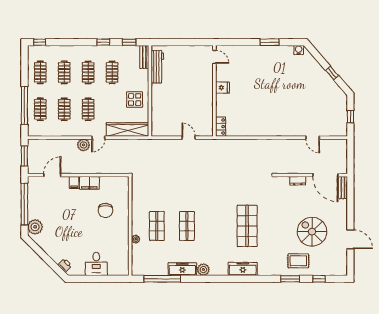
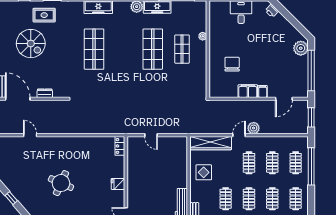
round table: (281, 88) -> (61, 183), added
shop shelf: (187, 226) -> (153, 49), width x1.43, depth x1.36

